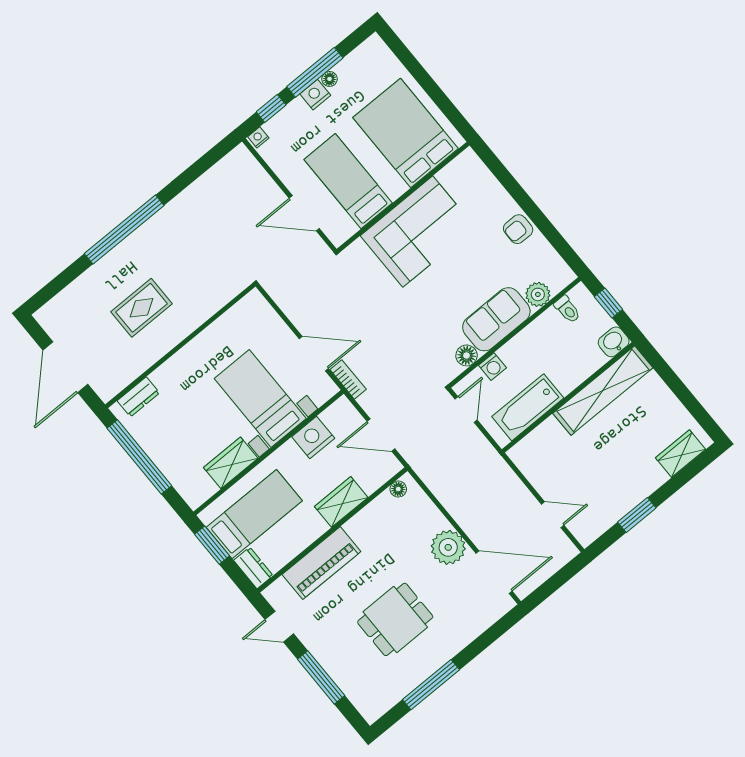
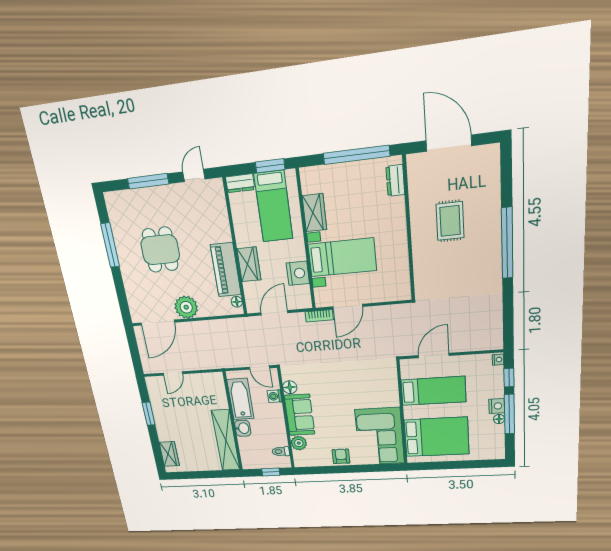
corner sofa: (418, 232) -> (380, 436), moved
washbasin: (614, 342) -> (243, 428), moved
piano: (321, 563) -> (226, 270), moved

